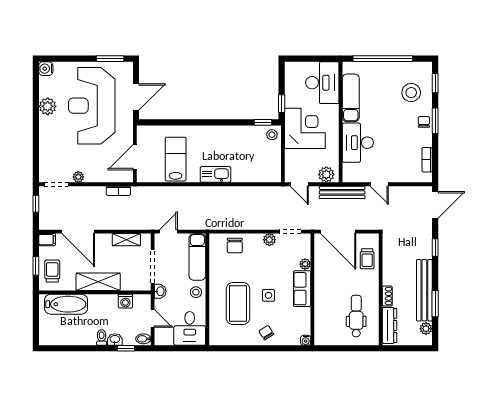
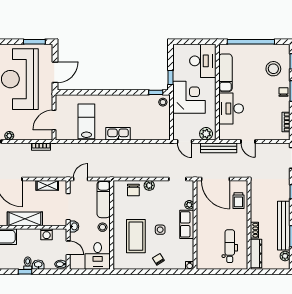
plant: (269, 240) -> (149, 185), moved
window: (126, 348) -> (25, 272), moved

